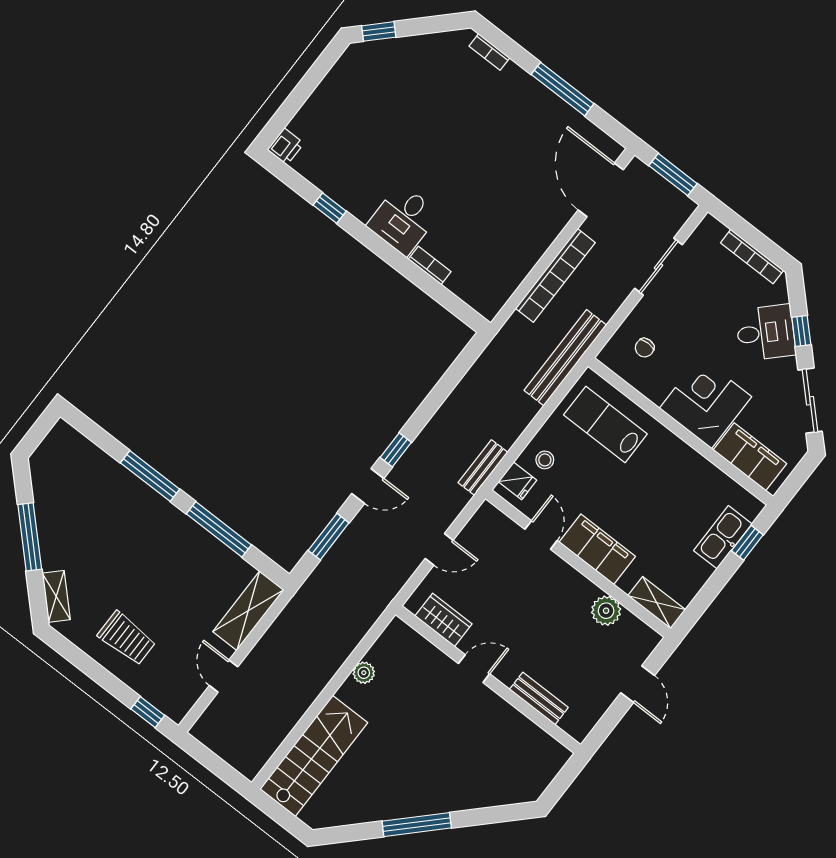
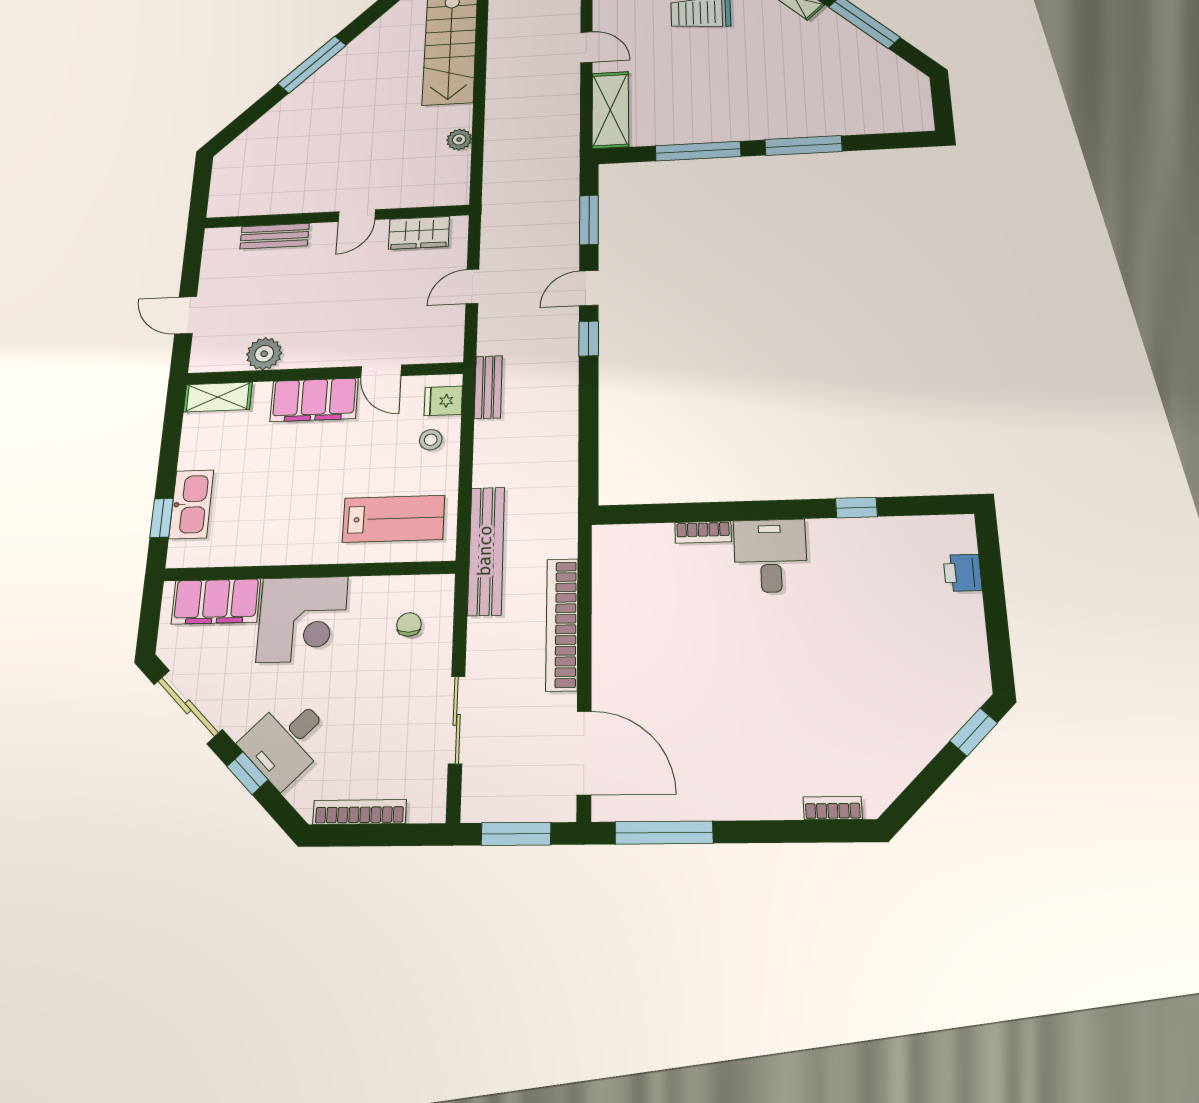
window: (563, 89) -> (664, 833), moved
printer: (286, 146) -> (963, 573), moved

